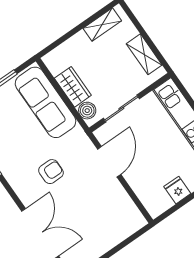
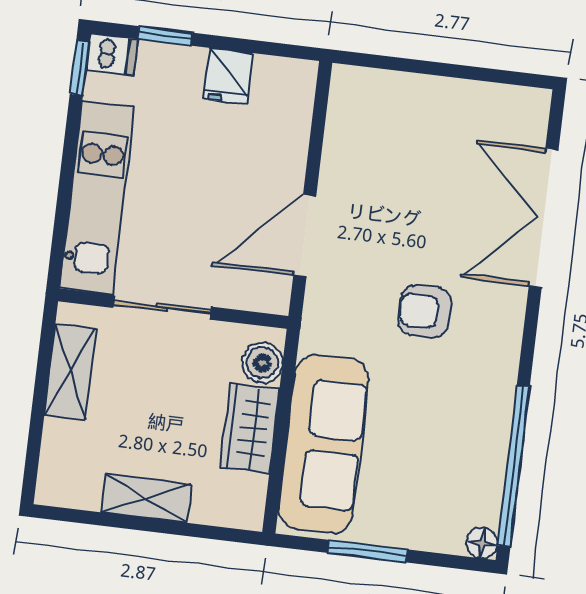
shelving: (102, 25) -> (146, 498), moved
sliding door: (121, 108) -> (162, 307), moved

